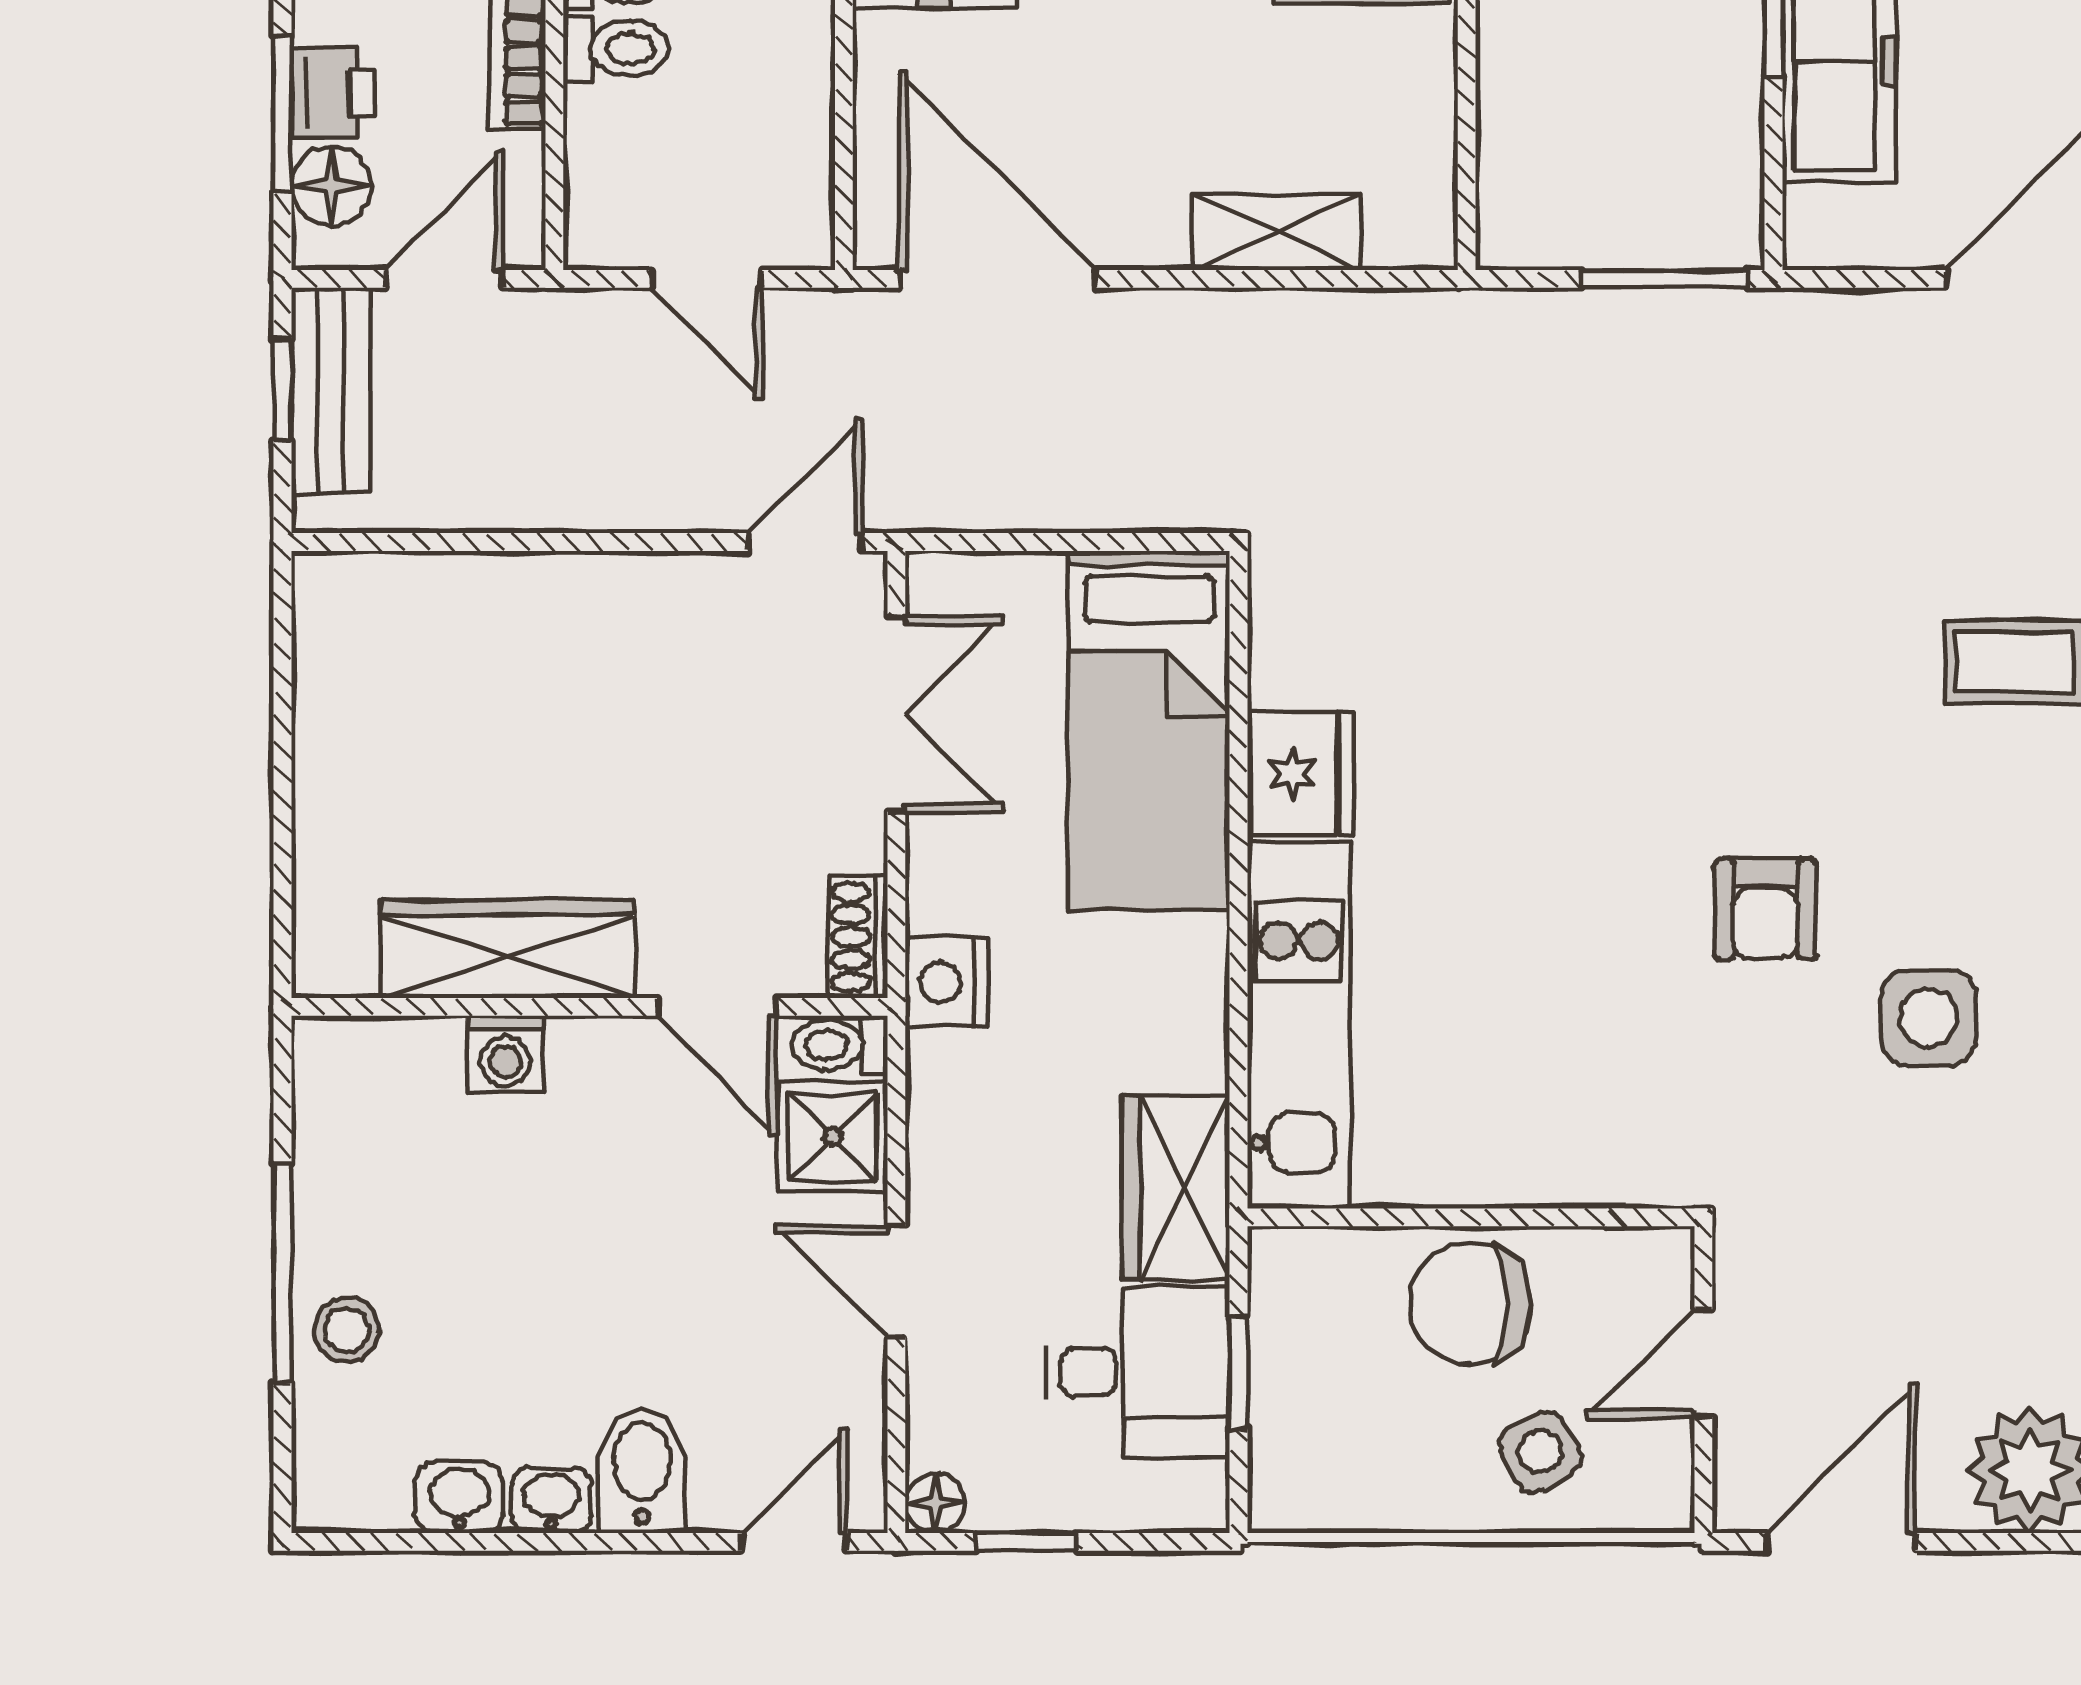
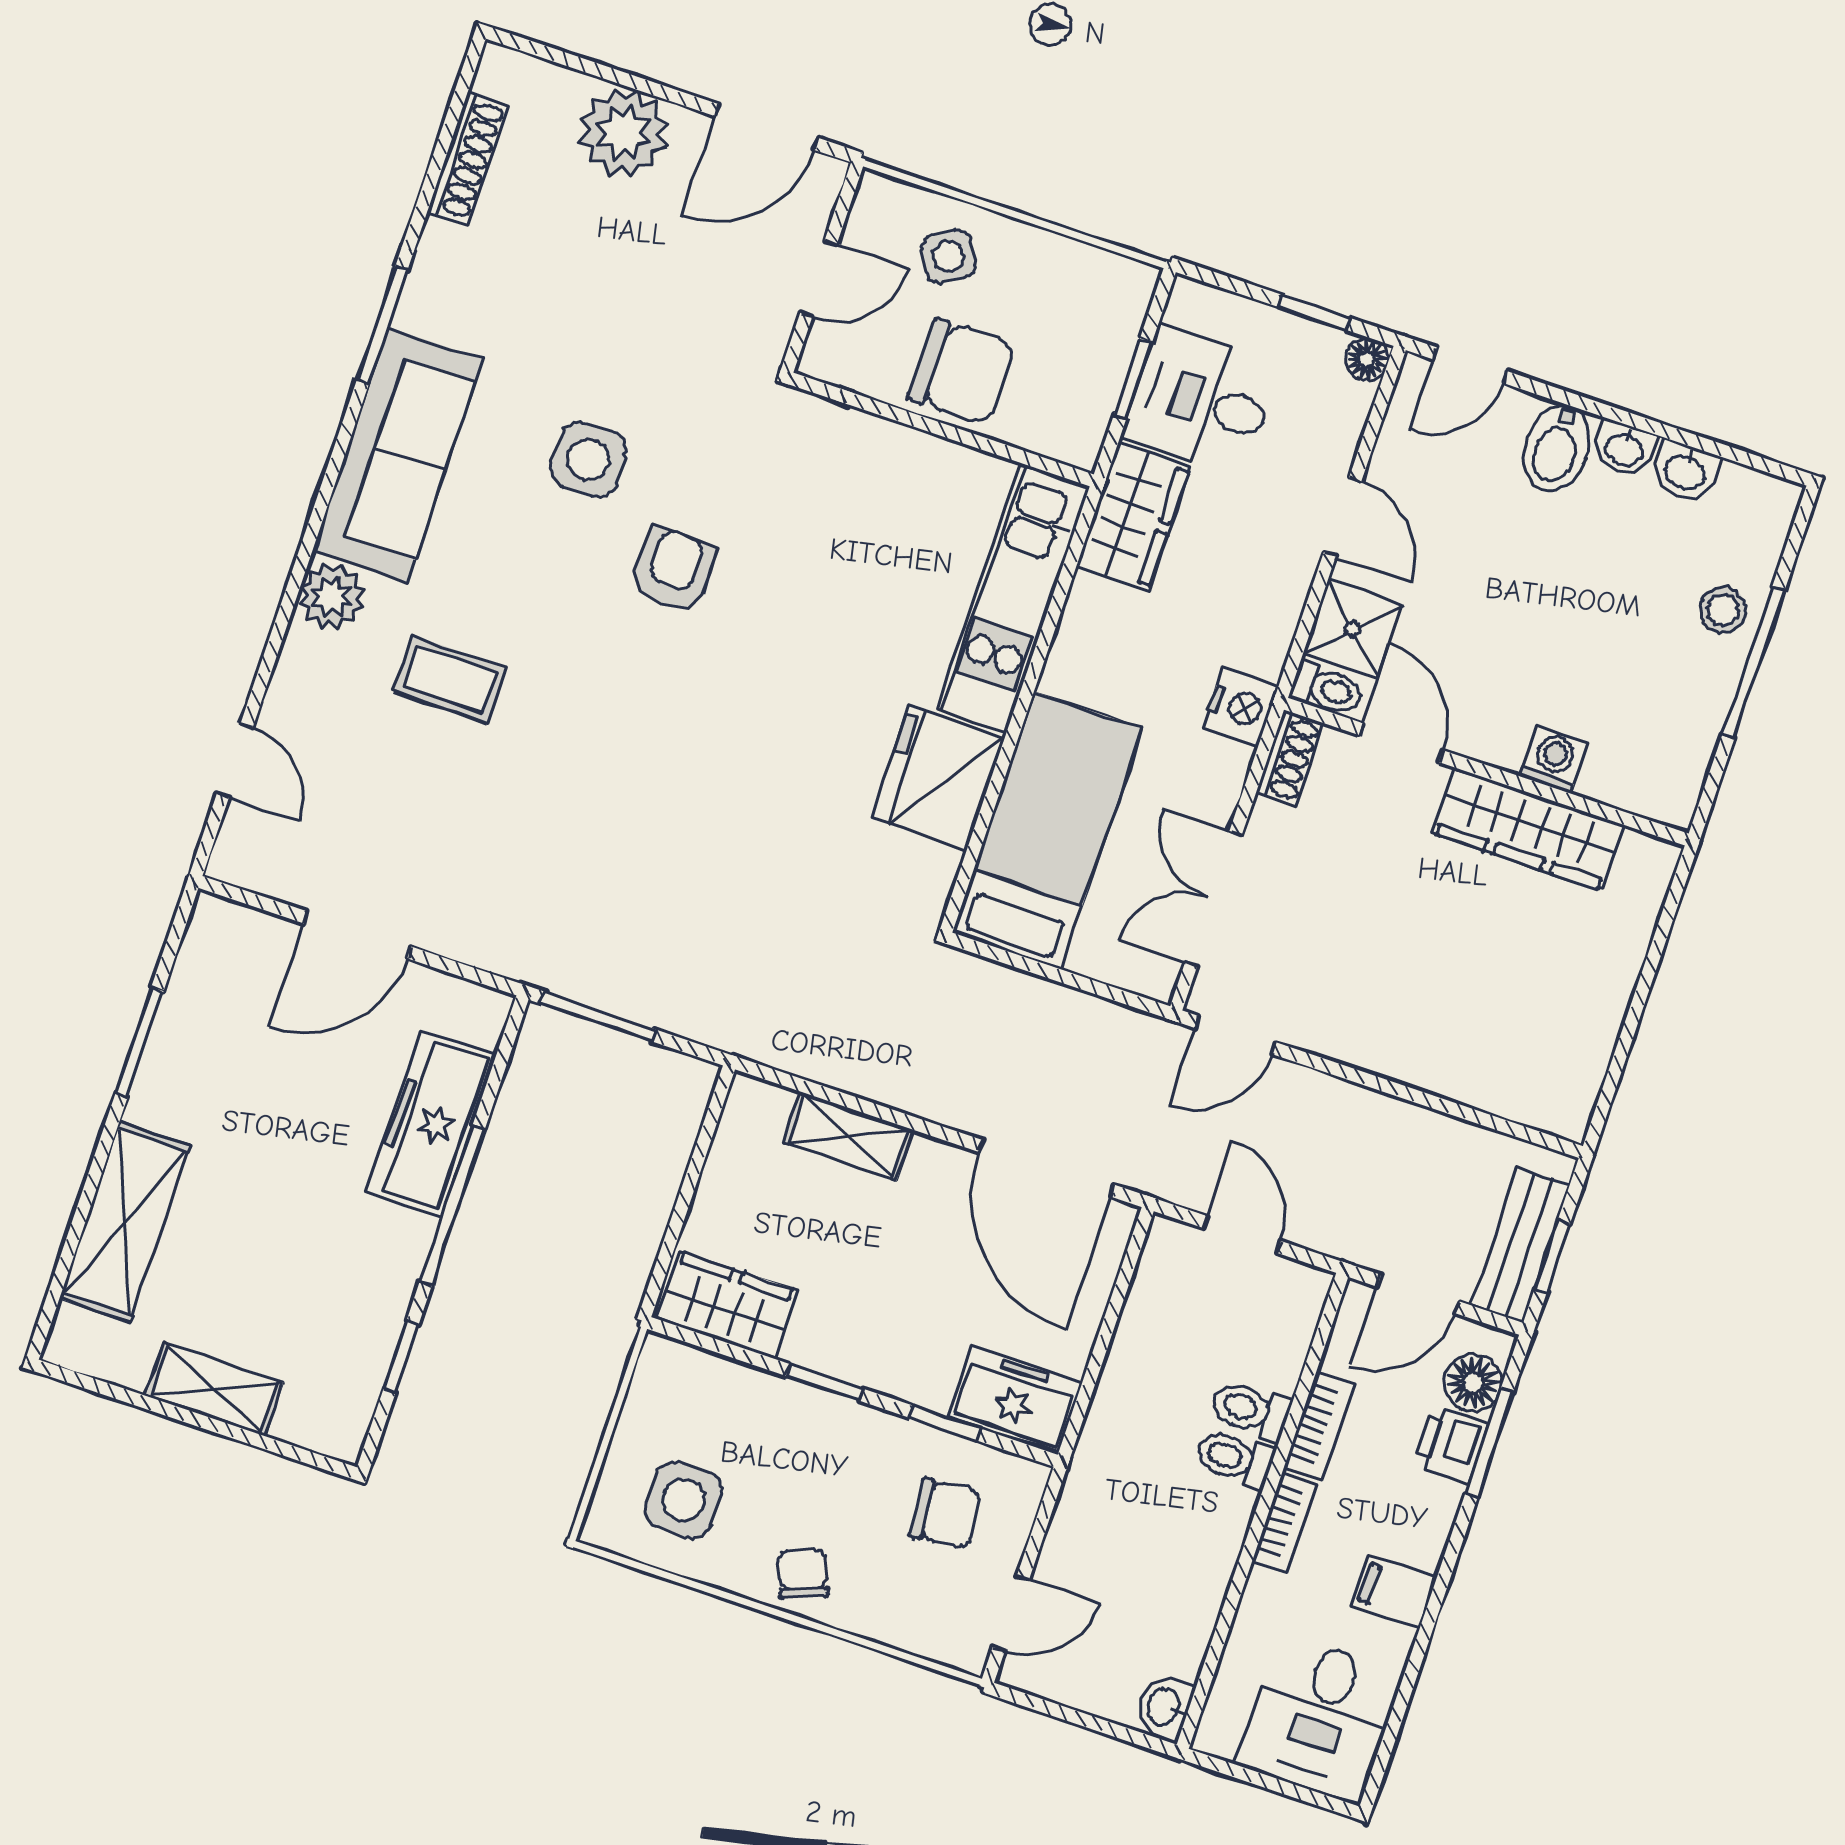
fridge: (1300, 773) -> (938, 778), width x1.36, depth x1.34

